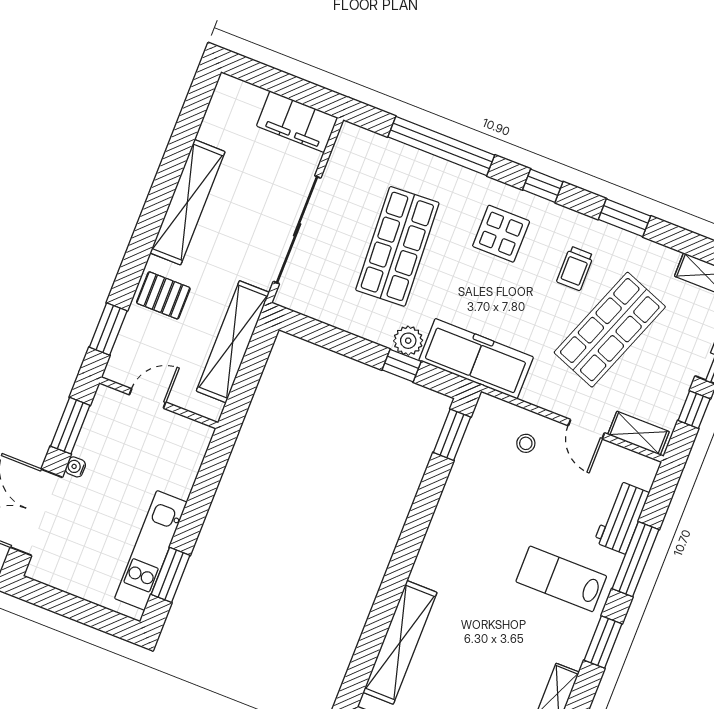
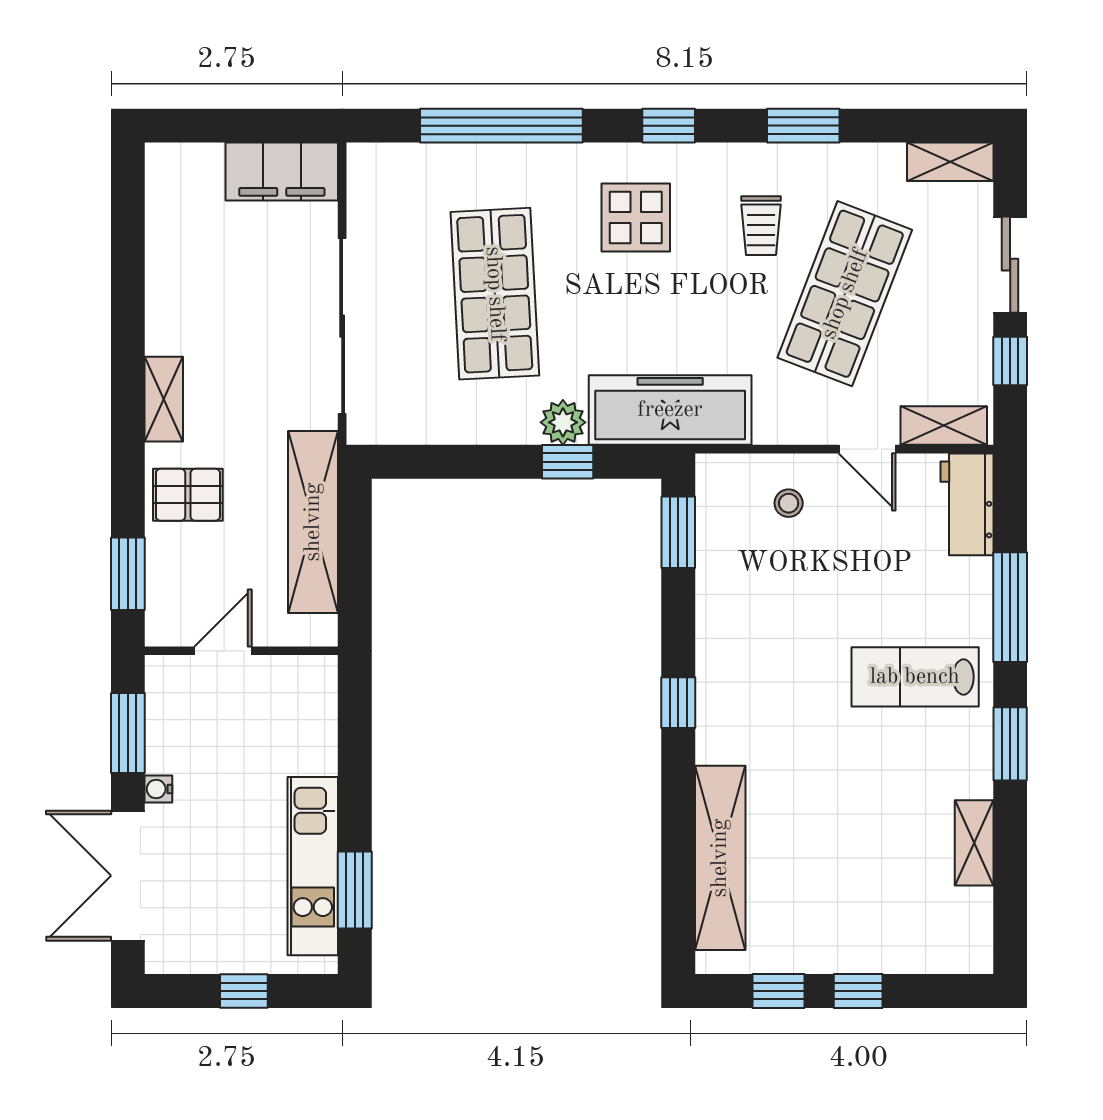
shelving: (187, 202) -> (164, 399), width x0.45, depth x0.75
workbench: (622, 517) -> (967, 504), moved
window: (411, 538) -> (678, 703), added
window: (79, 610) -> (244, 991), added

